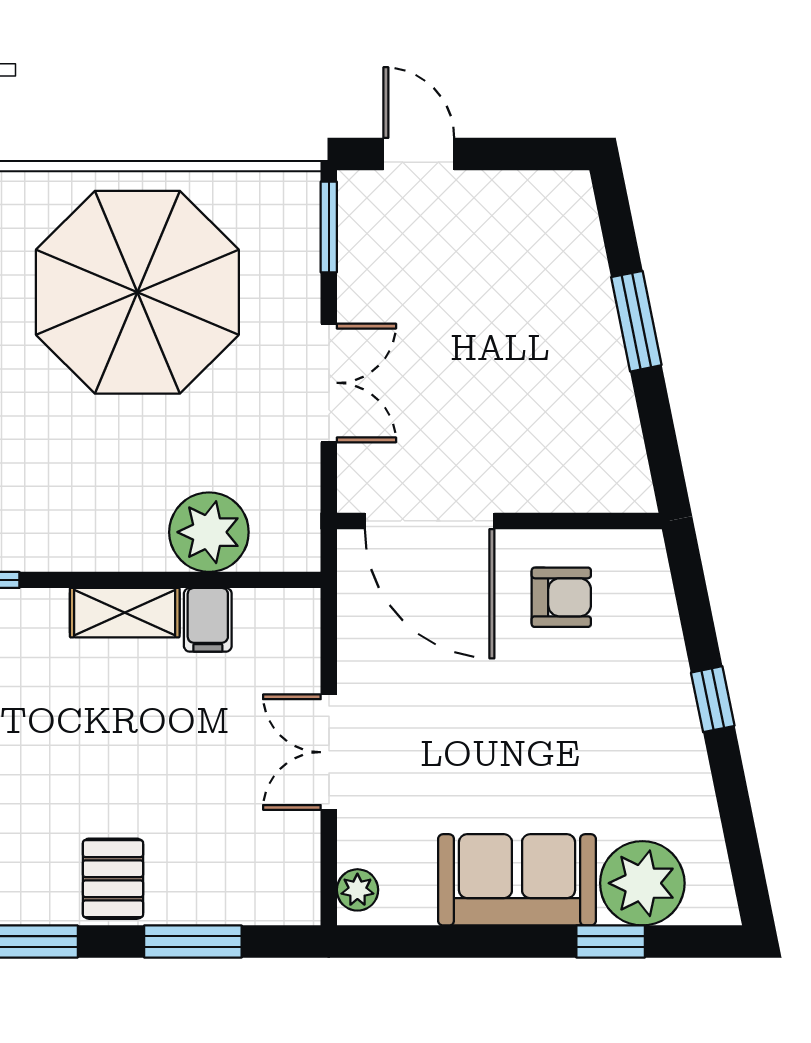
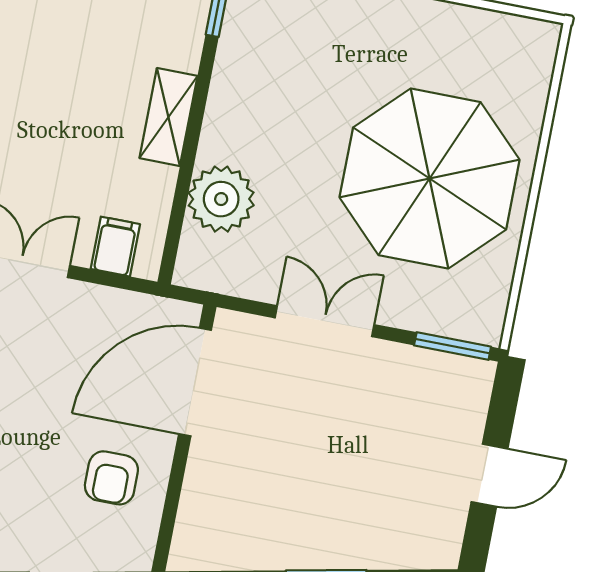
door: (419, 154) -> (490, 475), moved
double door: (329, 383) -> (324, 321), swing flipped
filing cabinet: (208, 620) -> (115, 247), moved, turned 90

